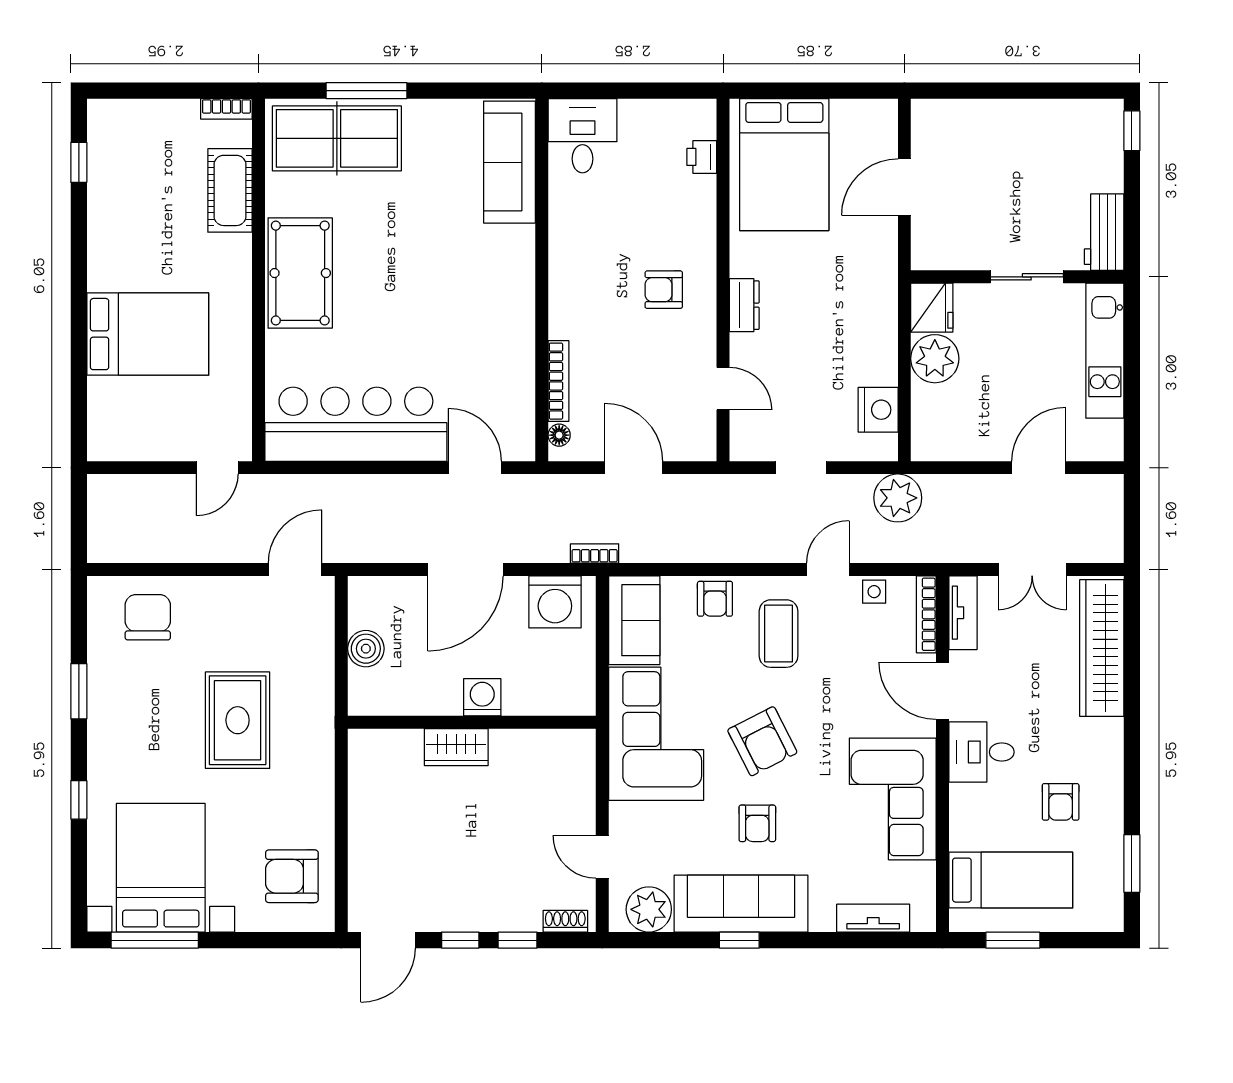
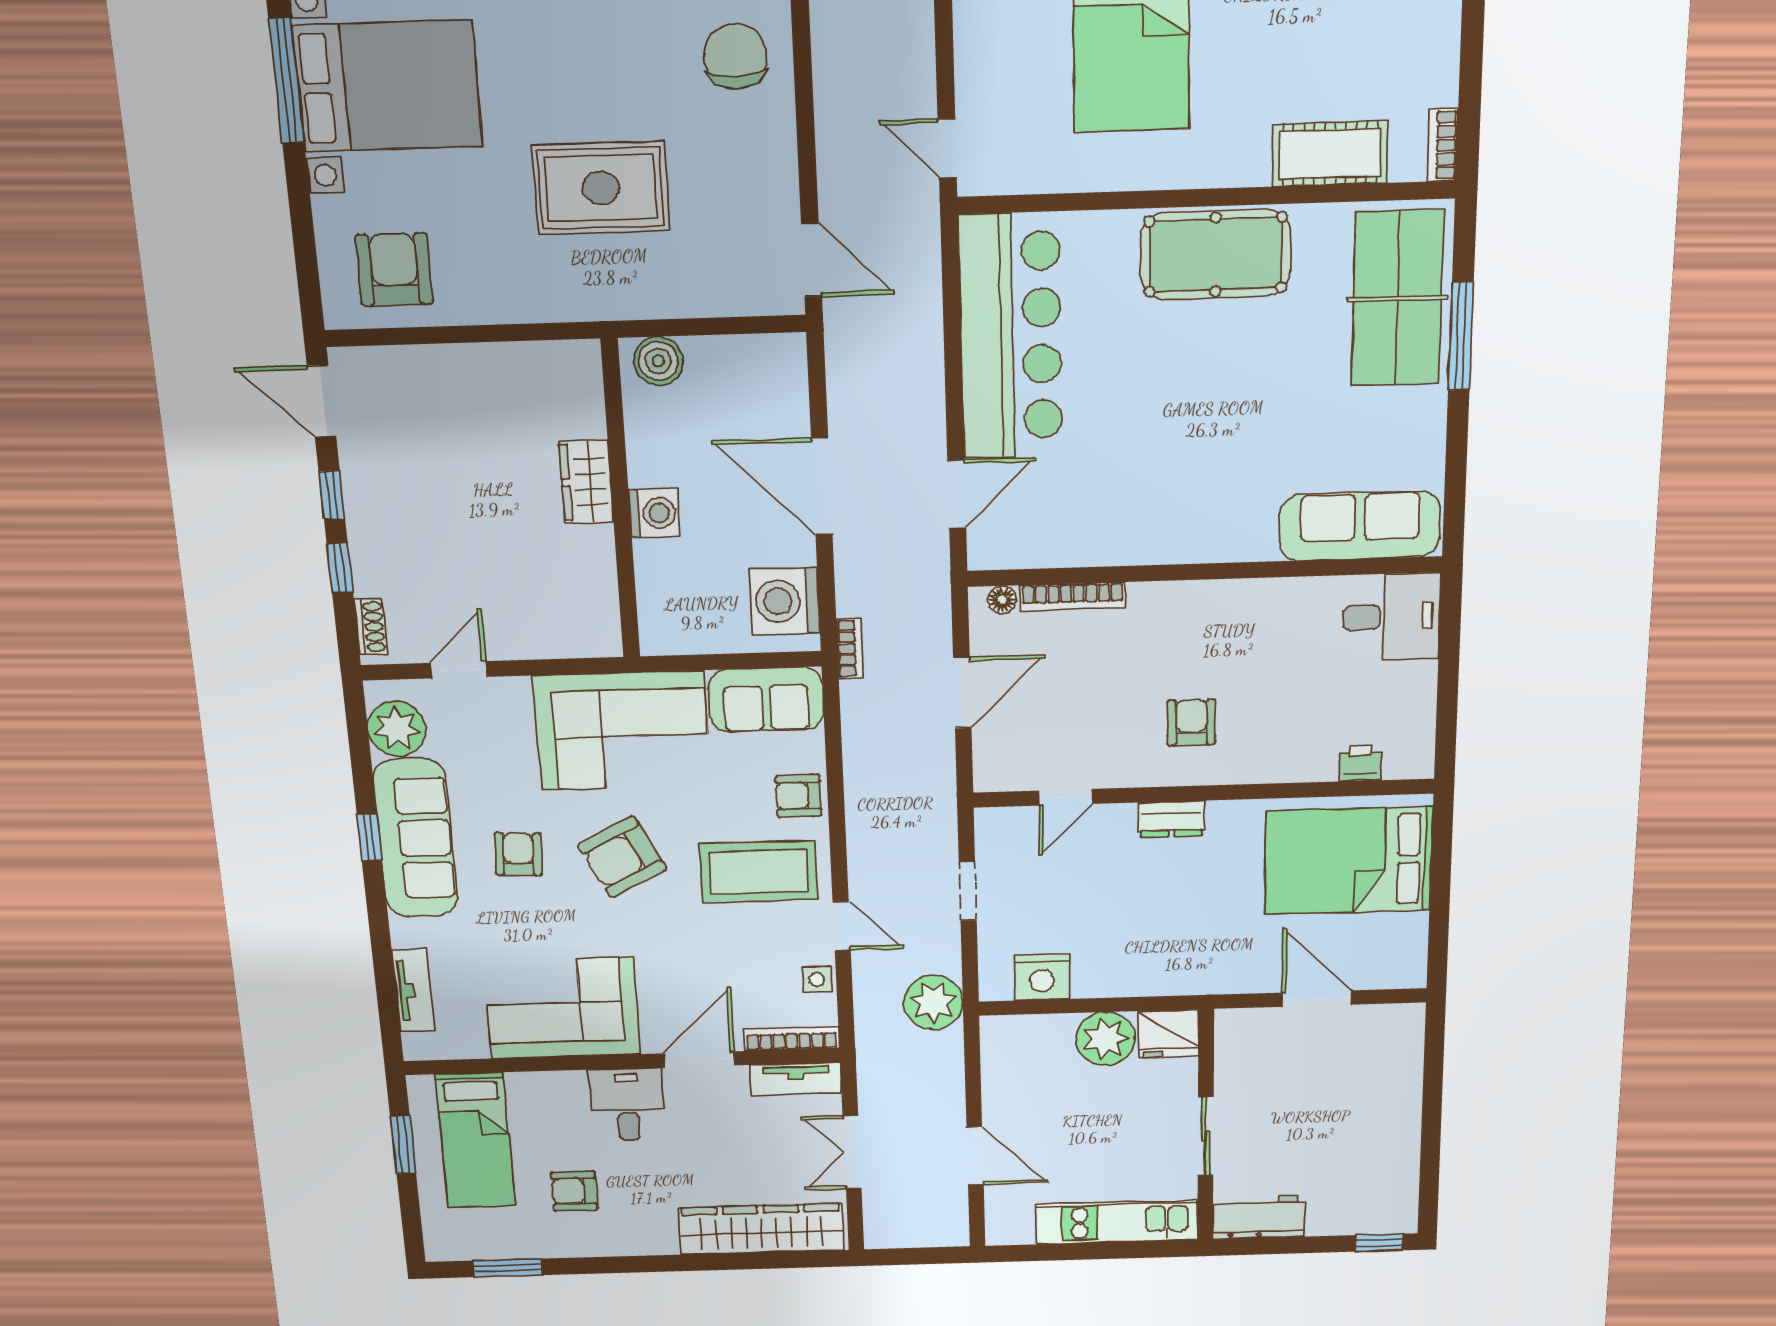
chair: (148, 617) -> (735, 56), turned -90
coffee table: (779, 634) -> (759, 872), width x1.36, depth x1.32
boiler: (366, 649) -> (658, 361), moved
armchair: (757, 823) -> (518, 854), turned 93

